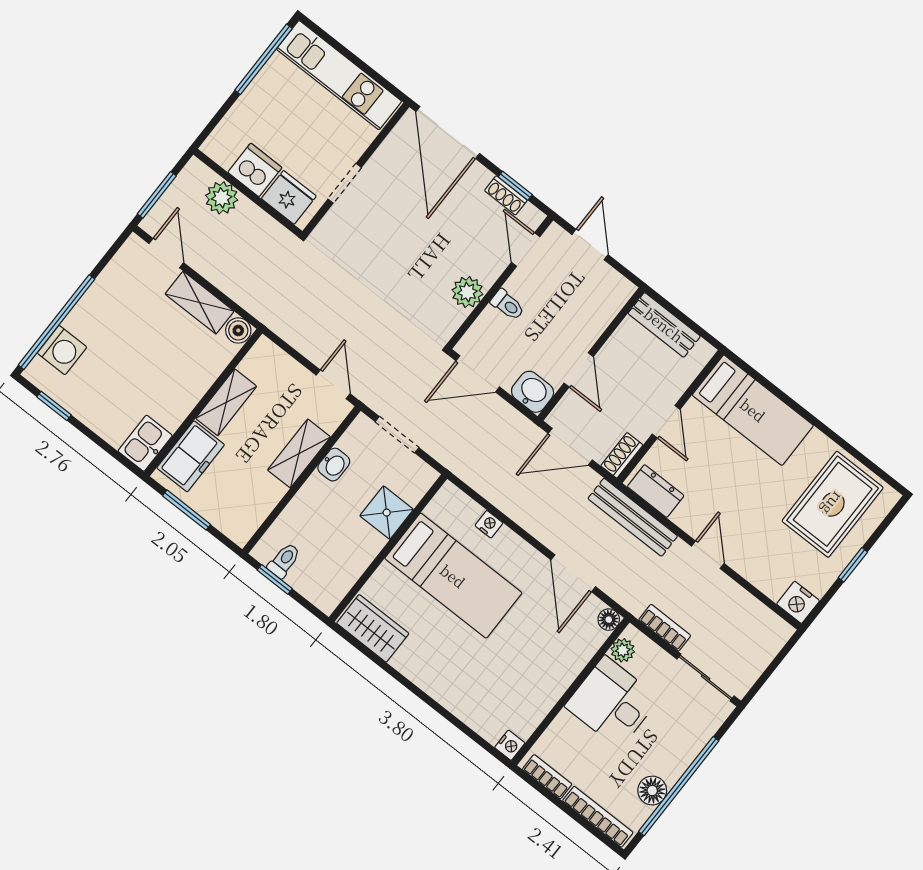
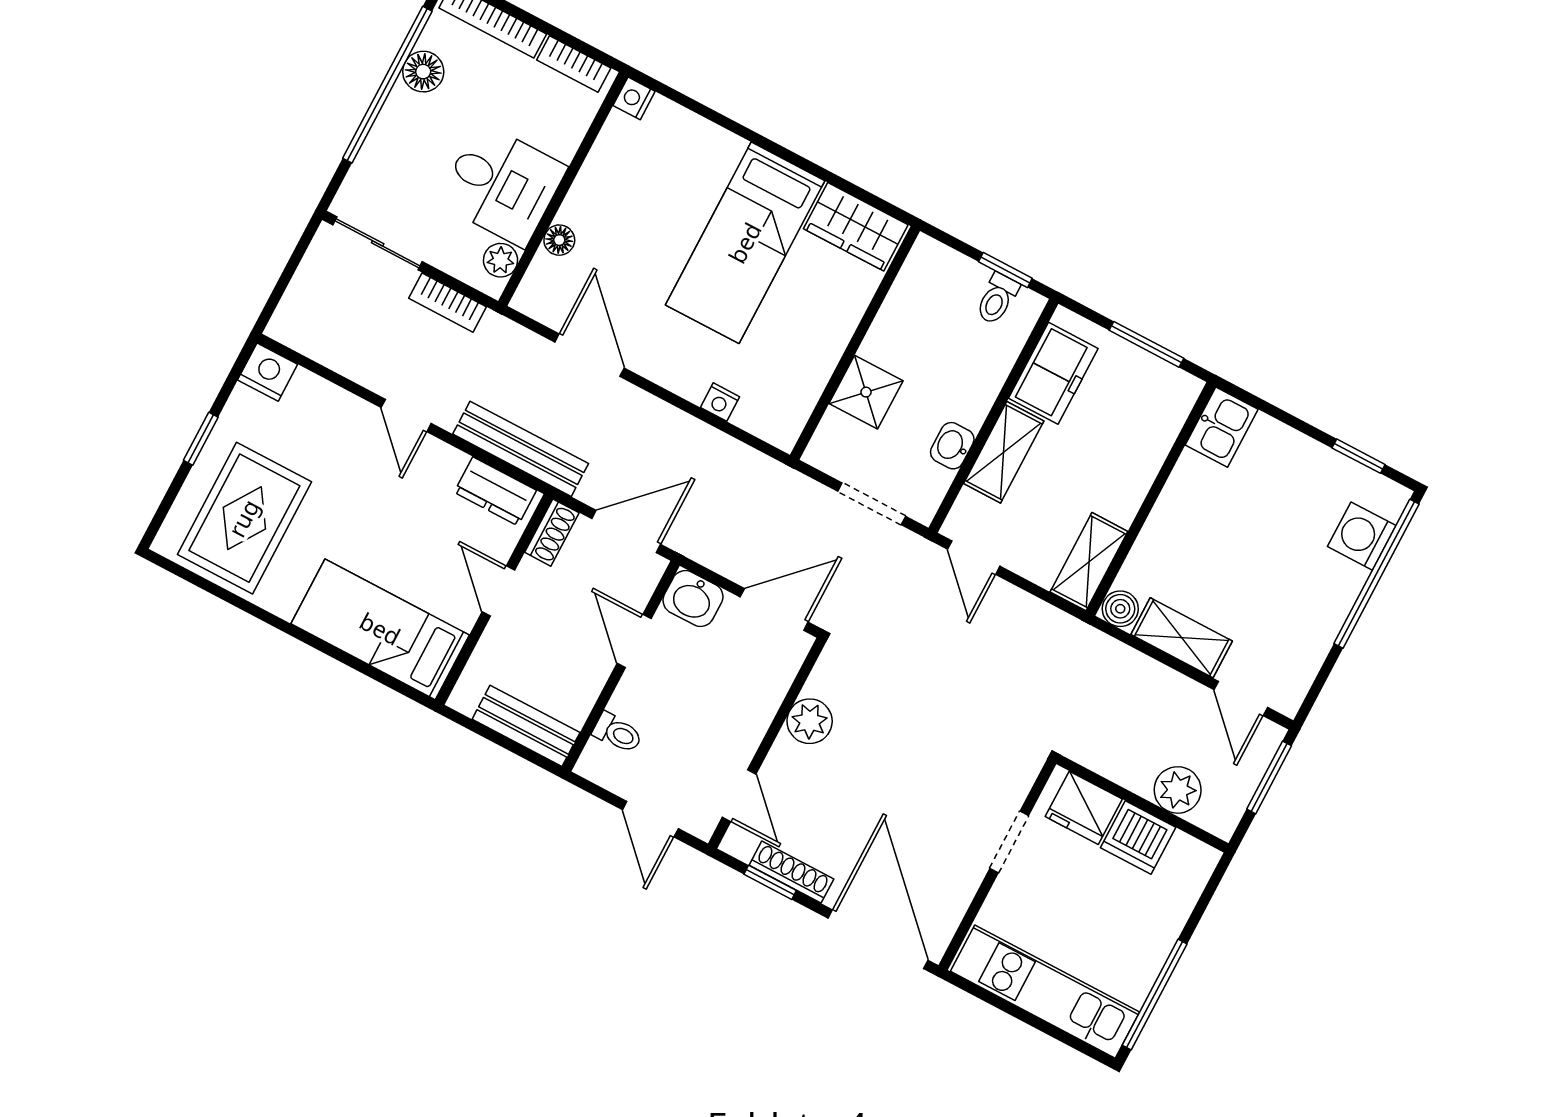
shoe rack: (506, 195) -> (791, 872), width x1.43
toilet: (507, 305) -> (618, 733), moved, turned 180
shelving: (226, 402) -> (1089, 562), moved
freezer: (191, 456) -> (1053, 373), moved, turned 180
bed: (453, 576) -> (745, 243), moved, turned -90
floor lamp: (609, 620) -> (559, 240), moved

